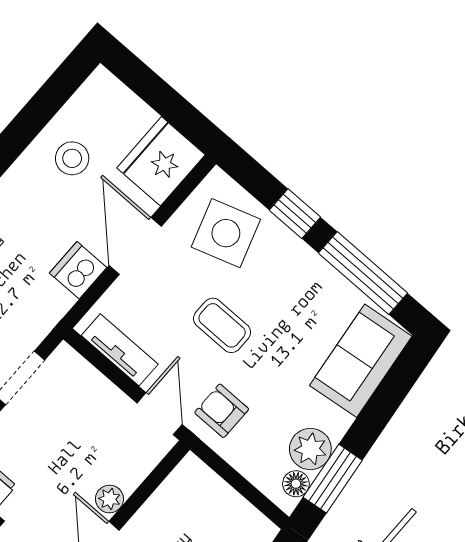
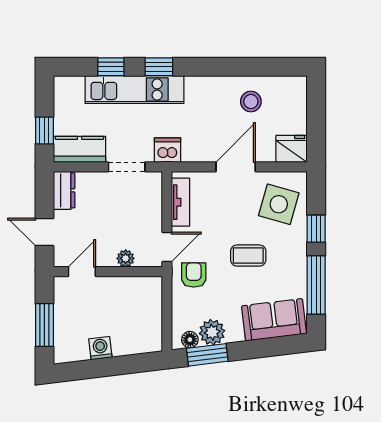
fridge: (161, 161) -> (292, 149), width x0.73, depth x0.75
side table: (226, 233) -> (279, 204), turned 34
dishwasher: (78, 270) -> (168, 150), moved
coffee table: (222, 325) -> (248, 256), moved, turned 90
plant: (109, 499) -> (126, 258), moved

